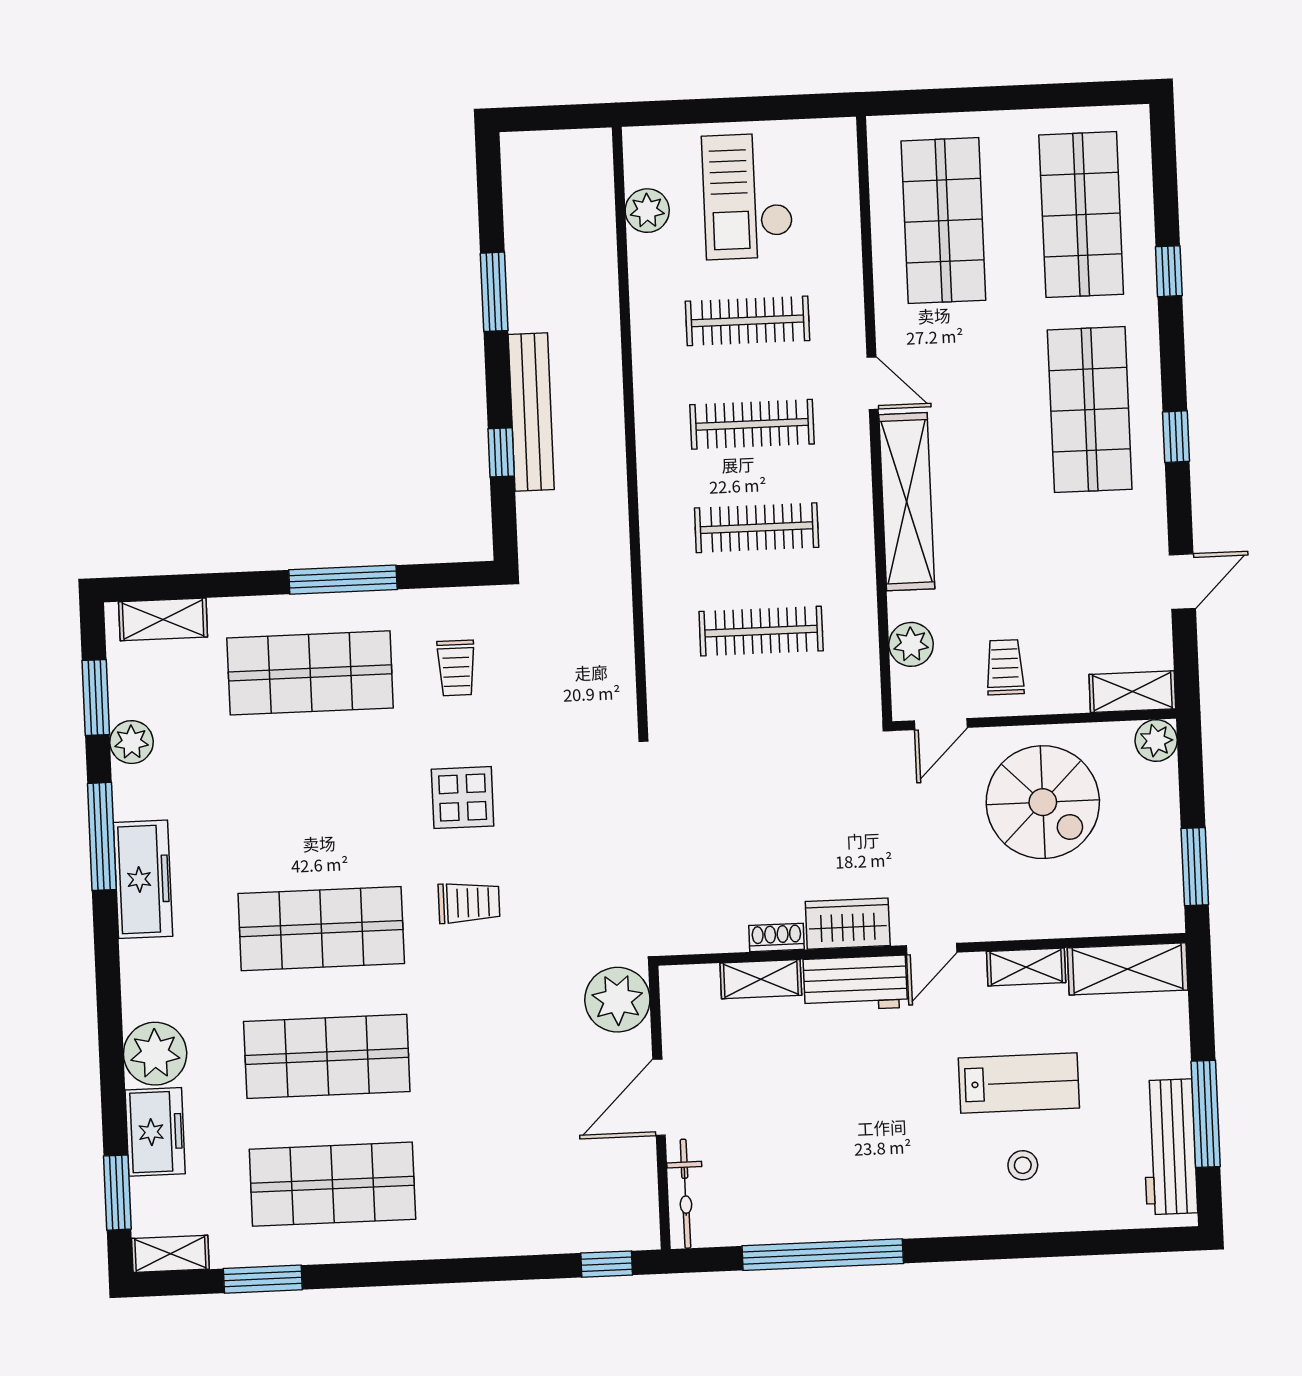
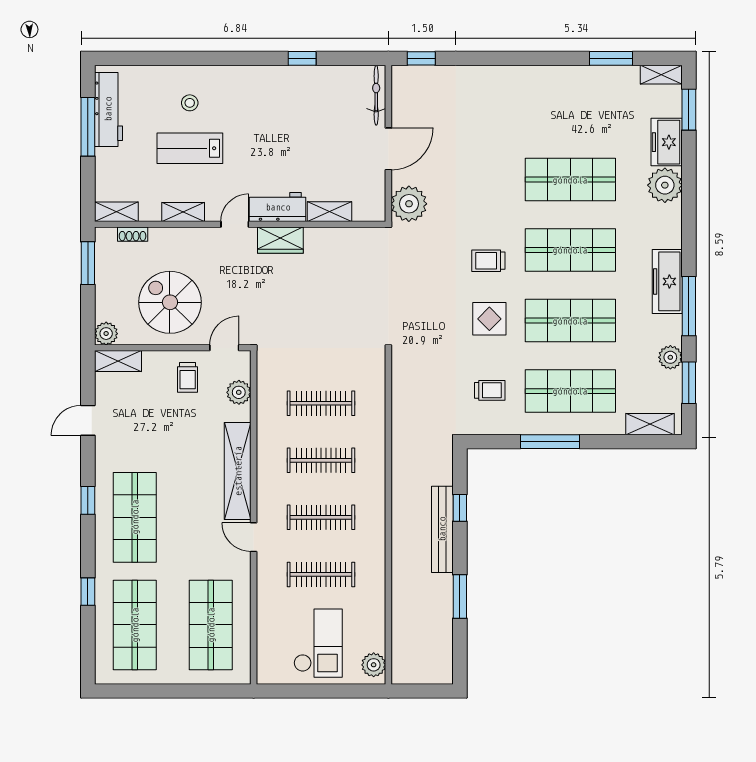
plant: (647, 211) -> (374, 665), moved
trolley: (456, 668) -> (490, 390), turned 90
shoe rack: (777, 937) -> (133, 234), moved
shelving: (1128, 969) -> (116, 212), width x0.67, depth x0.75
shop shelf: (332, 1184) -> (570, 321), moved
window: (823, 1255) -> (302, 58), width x0.32

